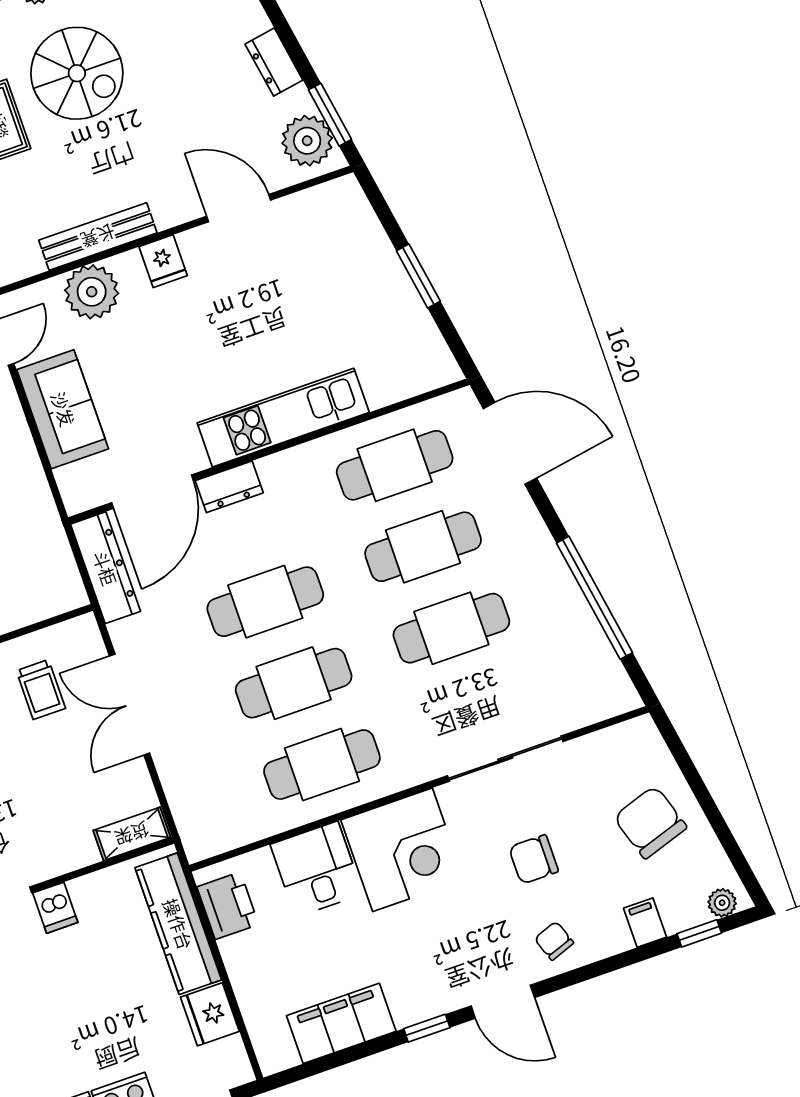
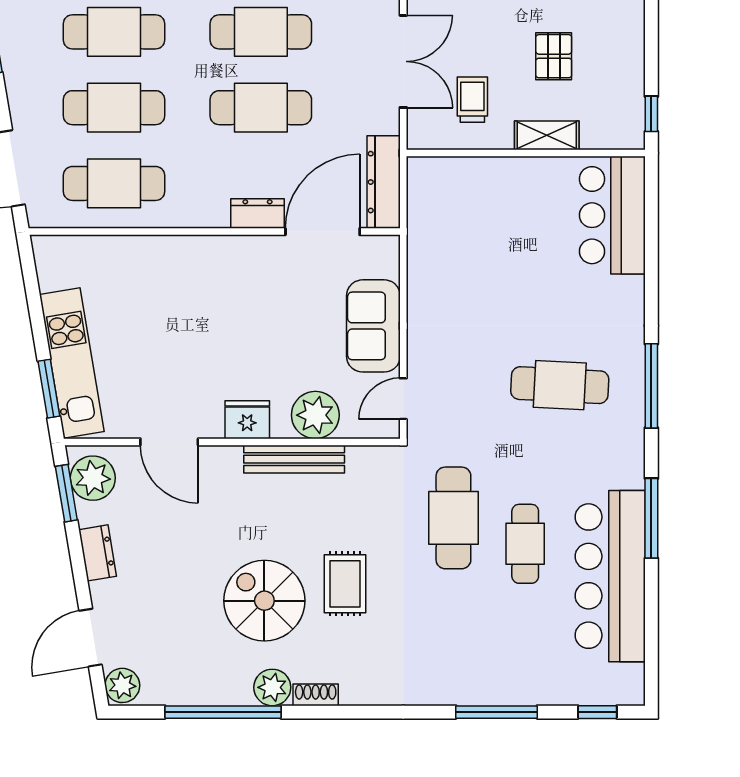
fridge: (163, 261) -> (247, 420), width x1.38
window: (418, 276) -> (49, 389), moved
kitchen unit: (283, 418) -> (72, 363), moved, turned -100

